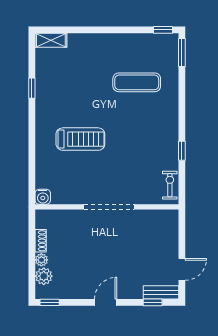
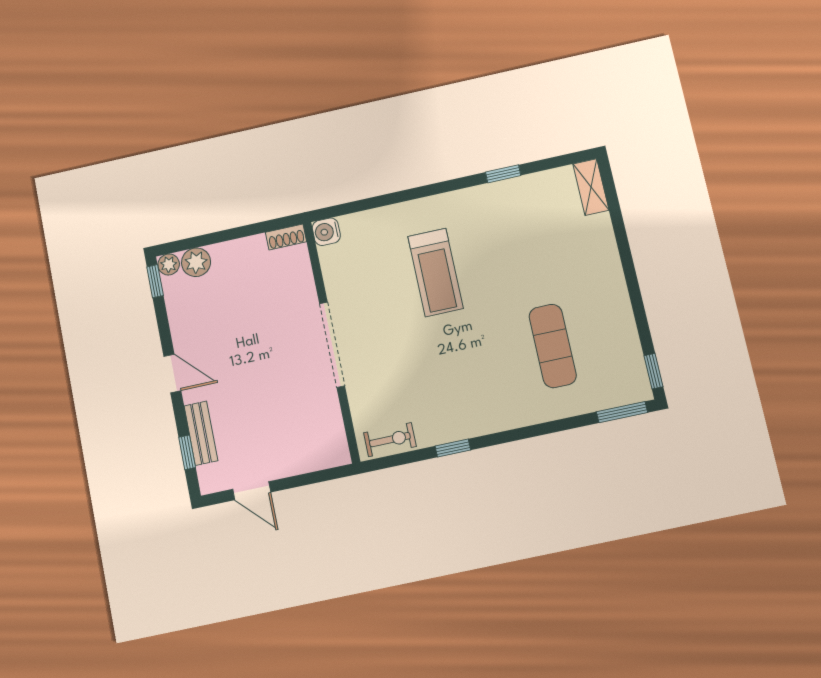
shoe rack: (41, 241) -> (286, 237), moved
plant: (41, 260) -> (169, 264), moved
bench: (161, 292) -> (201, 433), moved

